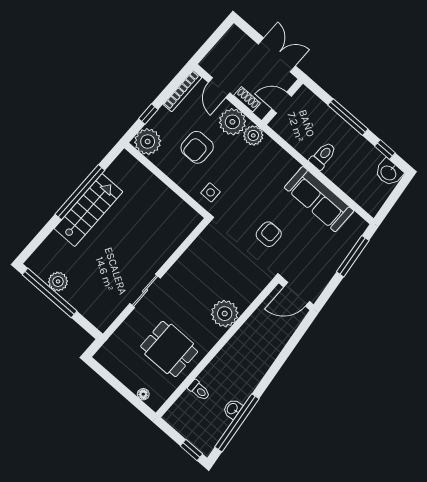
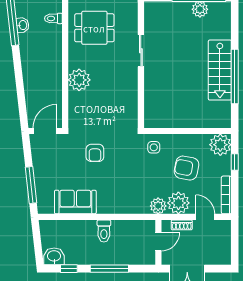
armchair: (197, 147) -> (187, 168), turned -79
sofa: (319, 199) -> (75, 202), width x0.73

